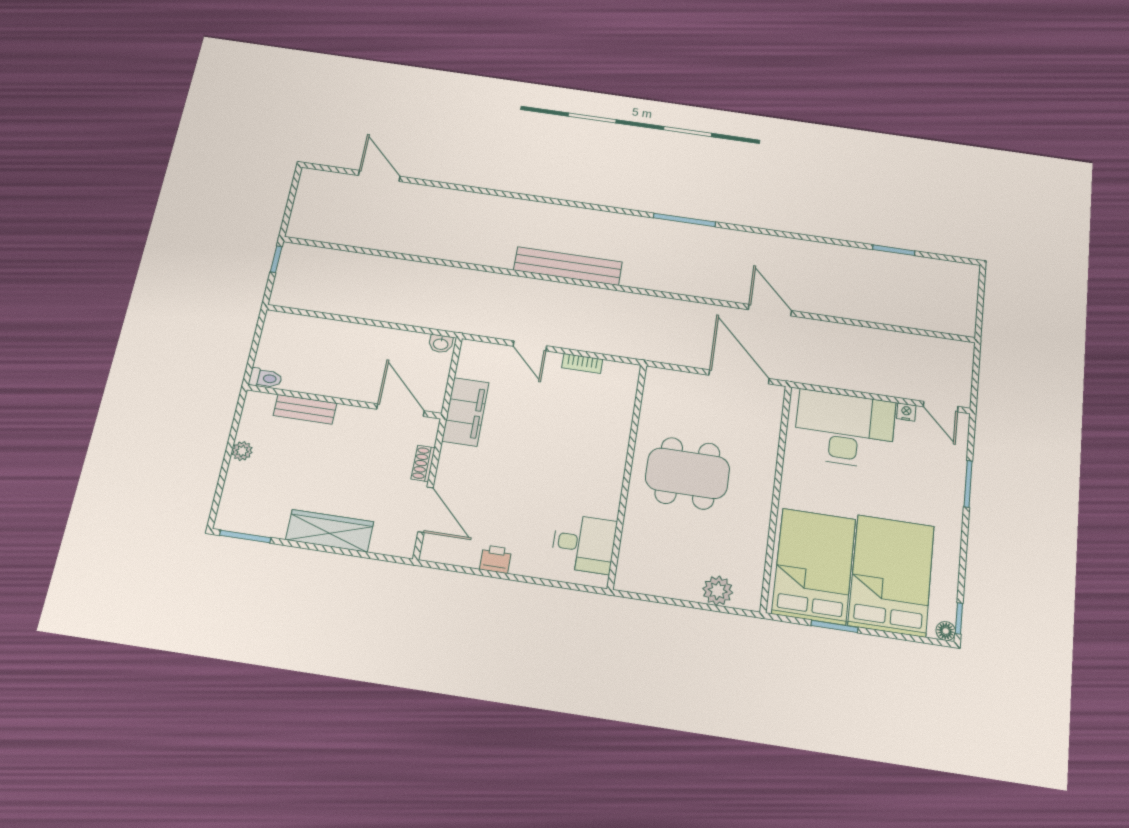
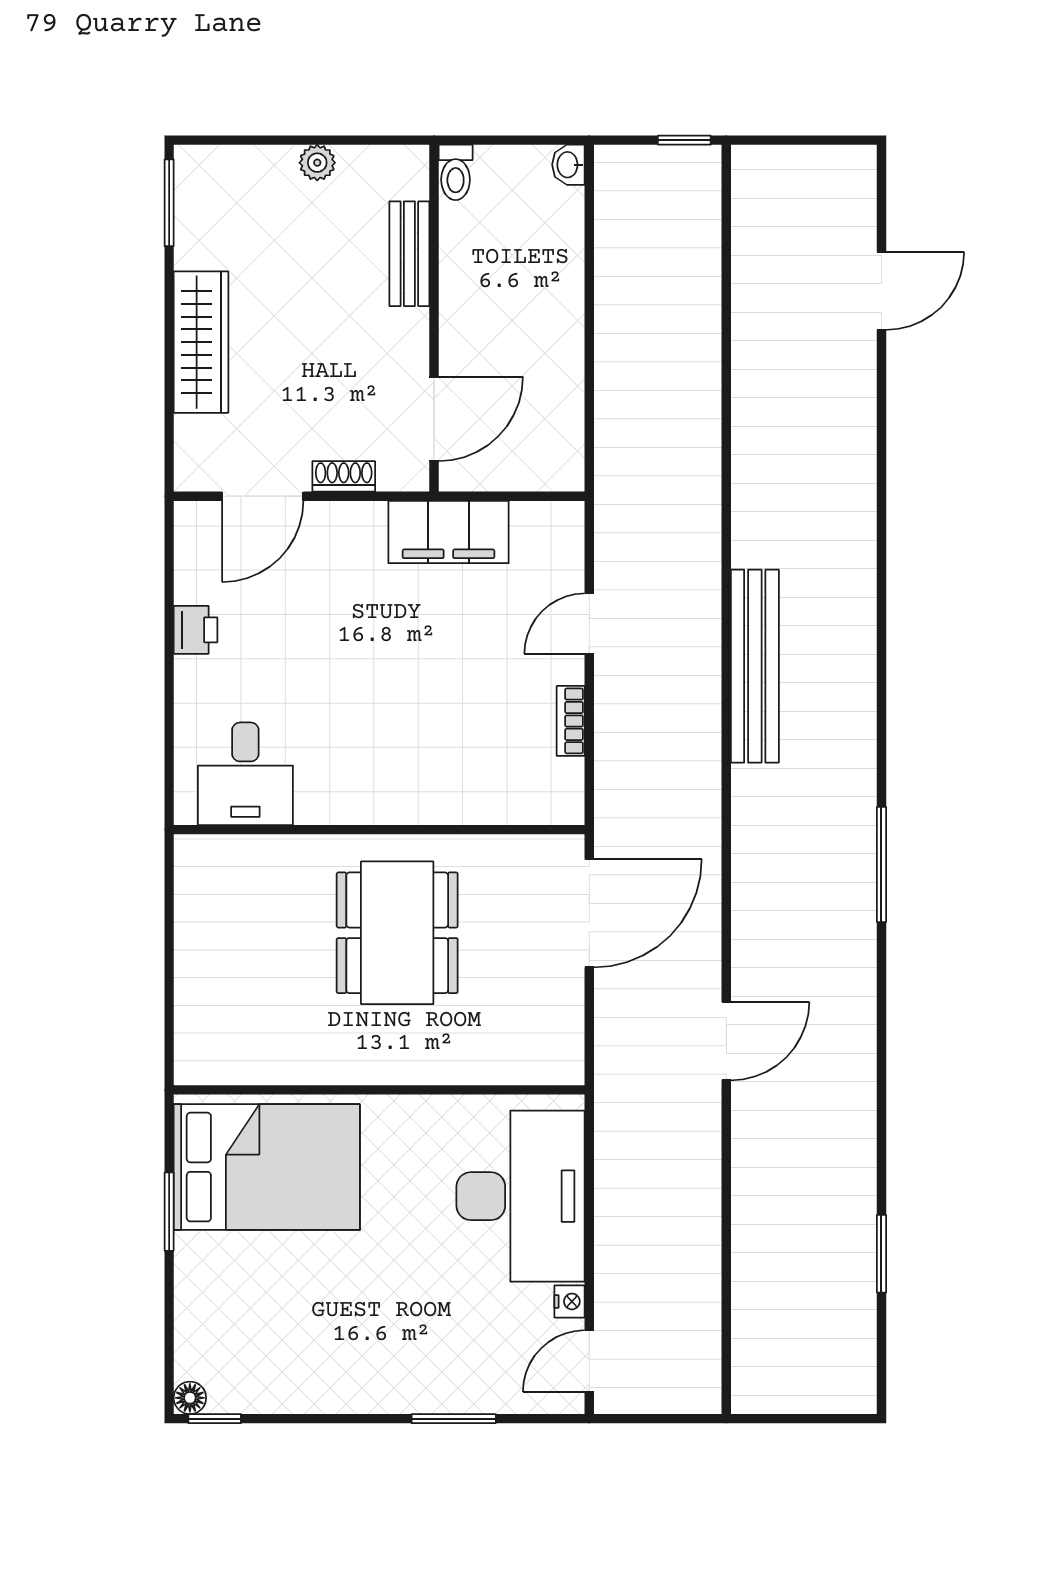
washbasin: (441, 344) -> (568, 165), moved
door: (739, 377) -> (589, 913), moved
bed: (891, 575) -> (271, 1299), removed
plant: (718, 591) -> (199, 1010), removed

